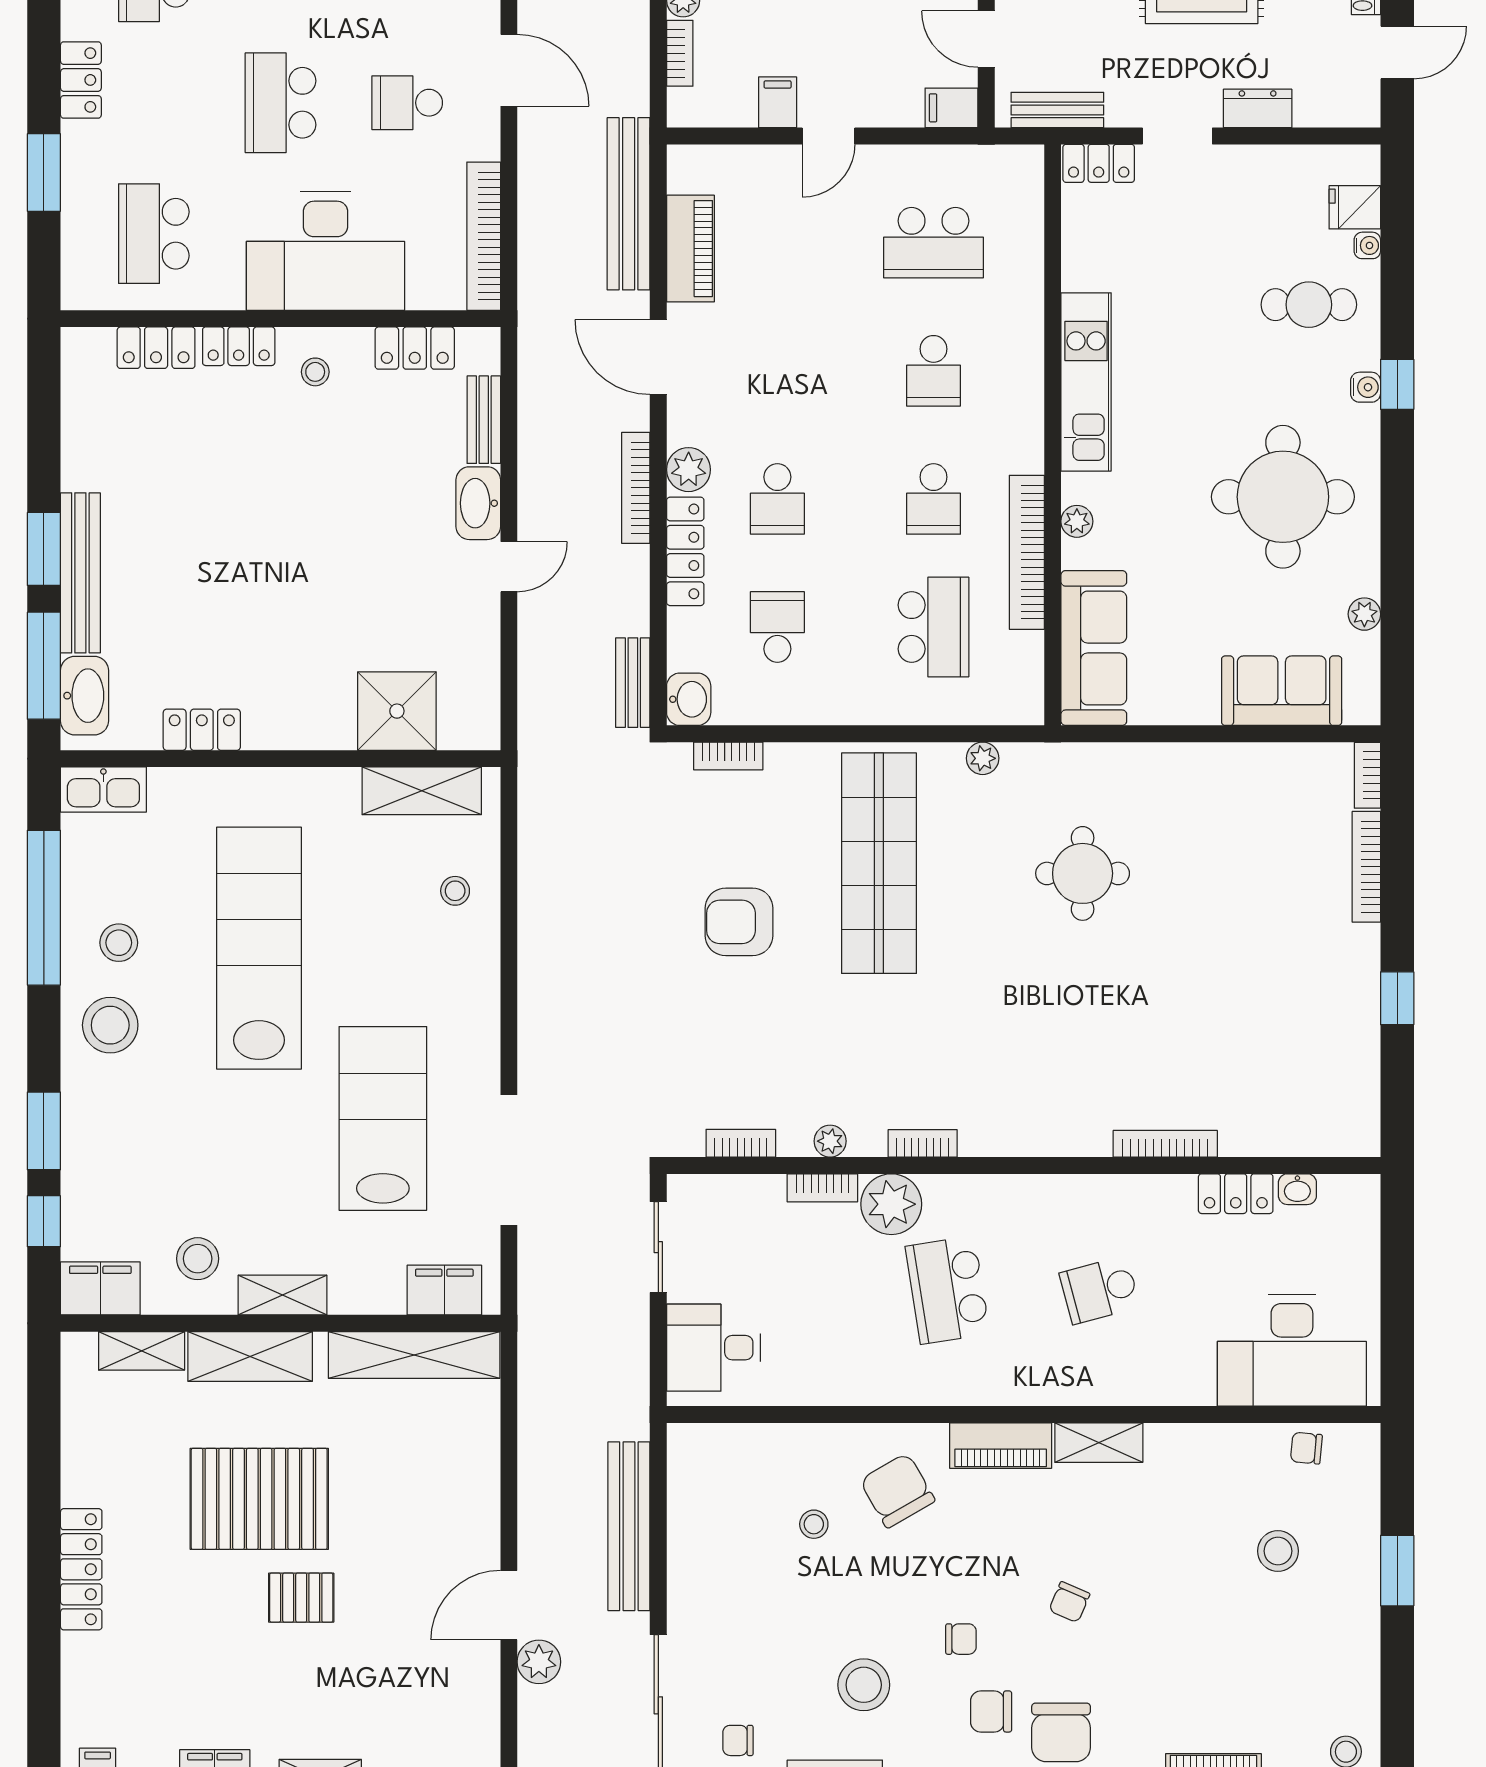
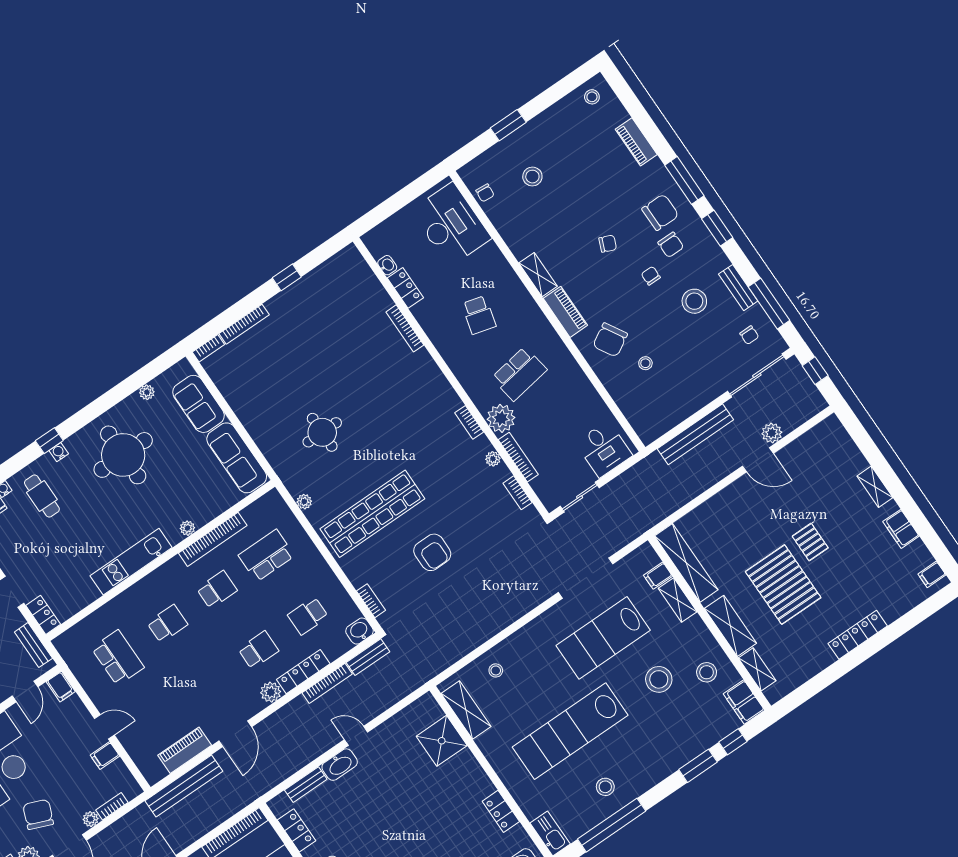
bookcase: (636, 488) -> (327, 683), moved
sofa: (1094, 648) -> (237, 458), moved, turned -90
stool: (110, 1025) -> (659, 679), moved
bookcase: (822, 1188) -> (518, 457), width x1.56
filing cabinet: (444, 1290) -> (658, 576), width x0.50
school desk: (1100, 1290) -> (479, 315), turned 30
shelving: (283, 1295) -> (678, 600), moved

